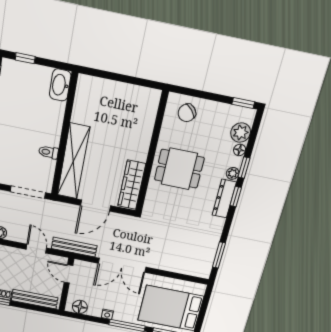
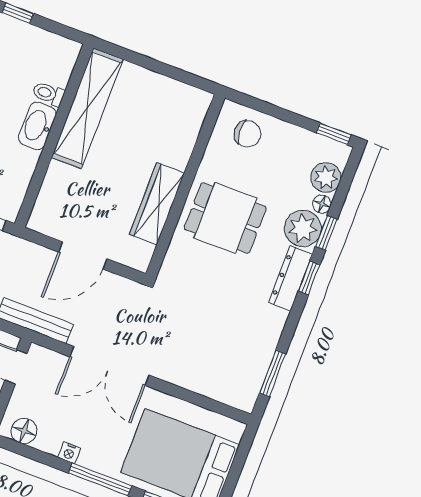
washbasin: (60, 85) -> (37, 126), moved
chair: (187, 113) -> (247, 134), turned -140
toilet: (48, 152) -> (48, 94), moved
shelving: (73, 161) -> (87, 108), moved
plant: (233, 173) -> (303, 228), width x1.88, depth x1.88
wardrobe: (132, 185) -> (157, 204), moved

